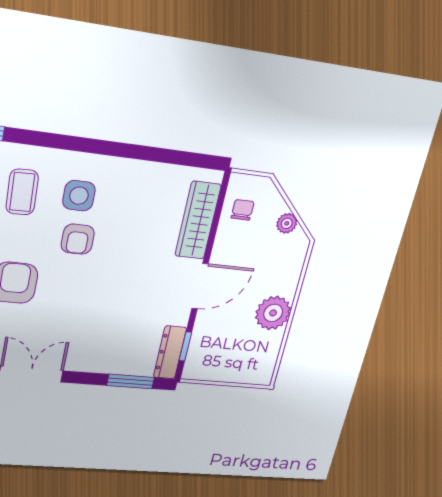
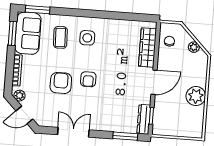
armchair: (78, 239) -> (88, 79), moved

